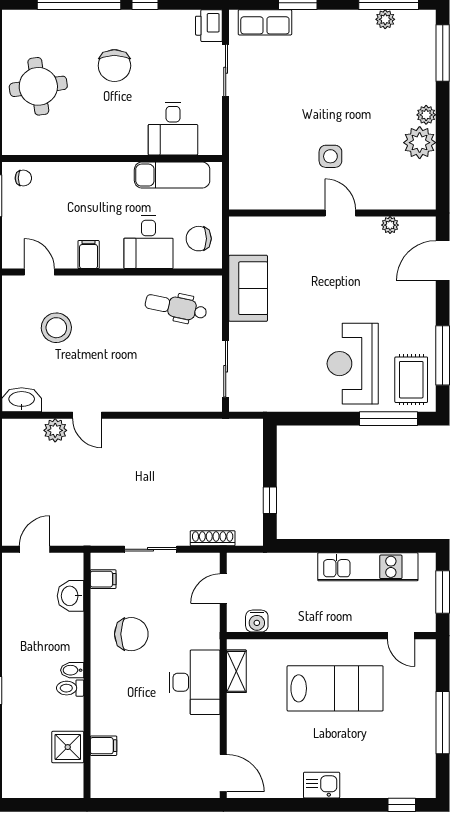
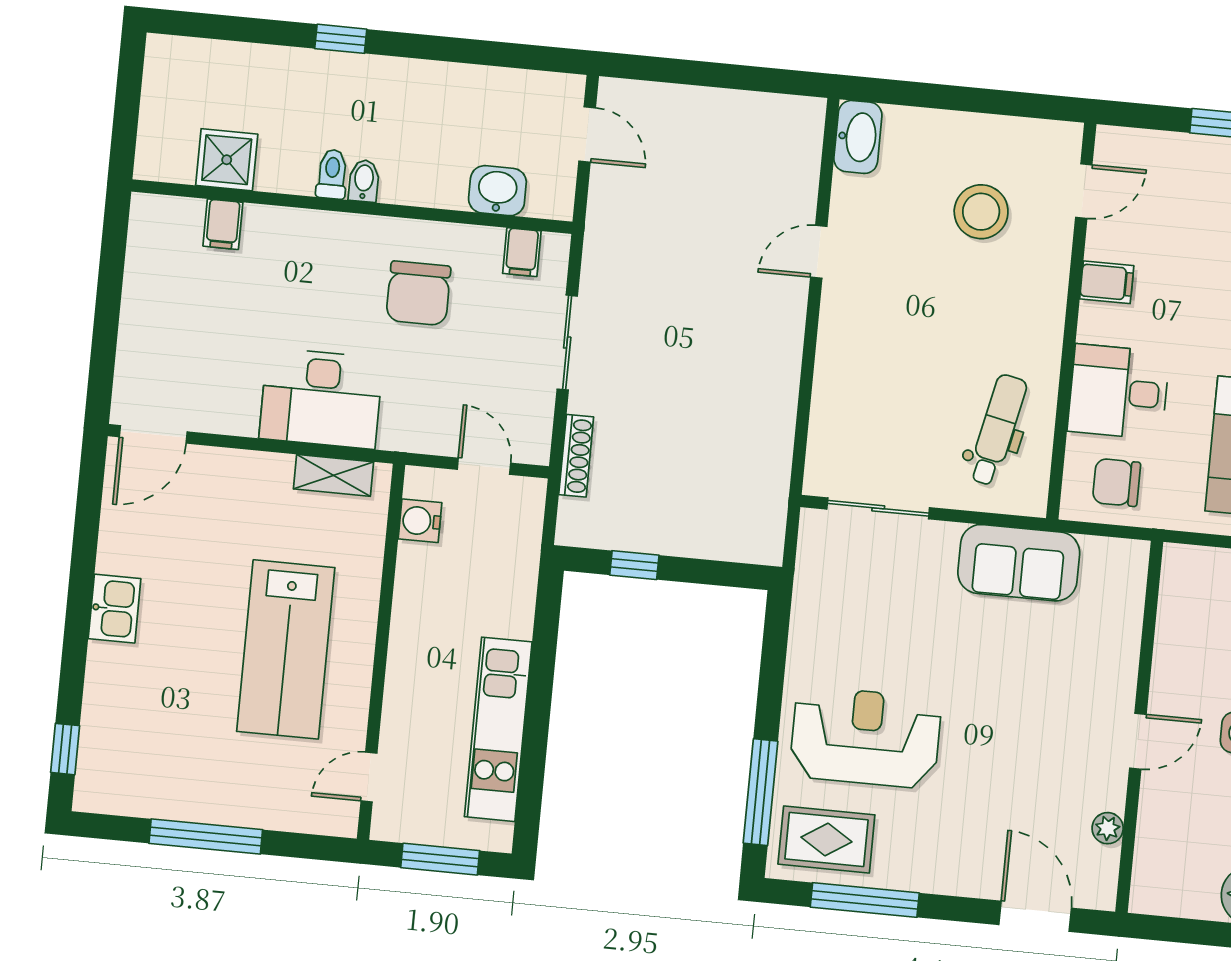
chair: (199, 239) -> (1116, 482), turned -90
plant: (55, 430) -> (797, 192), removed

